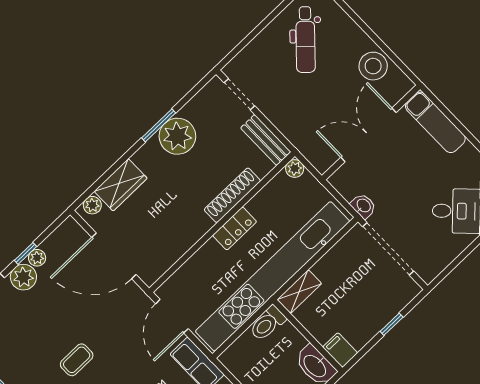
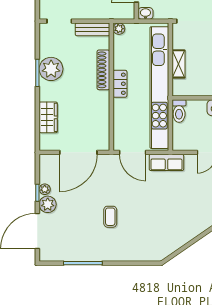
plant: (92, 205) -> (45, 140), removed
washbasin: (363, 206) -> (145, 13), moved
shelving: (299, 292) -> (178, 64), moved

